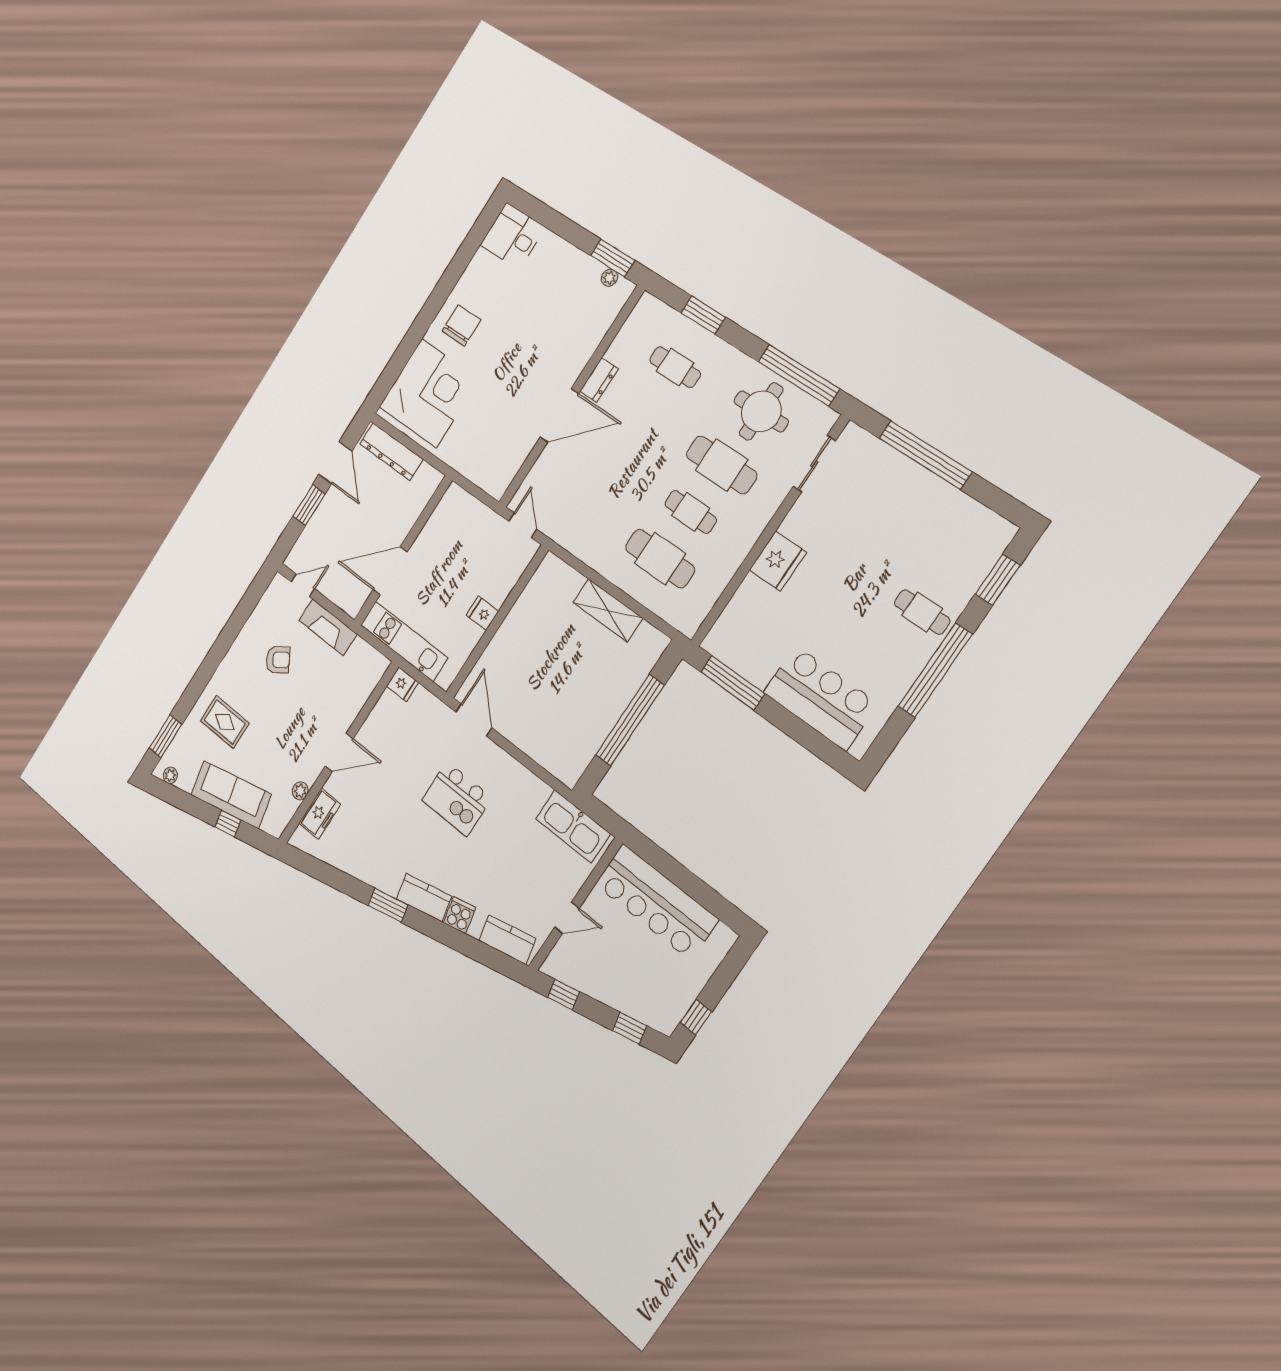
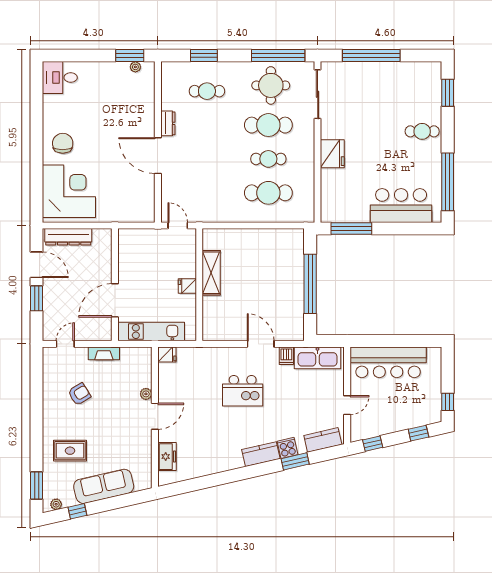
door: (559, 415) -> (158, 156), swing flipped
sliding door: (814, 464) -> (318, 94), width x1.37
shelving: (608, 610) -> (211, 273), moved, turned 90
fireplace: (328, 627) -> (104, 353), width x0.73, depth x0.76
window: (935, 670) -> (448, 182), moved
door: (474, 720) -> (261, 344), moved
plant: (300, 791) -> (146, 394), moved
dishwasher: (538, 794) -> (286, 356), added
window: (228, 823) -> (77, 511), moved
window: (388, 905) -> (295, 461), moved

